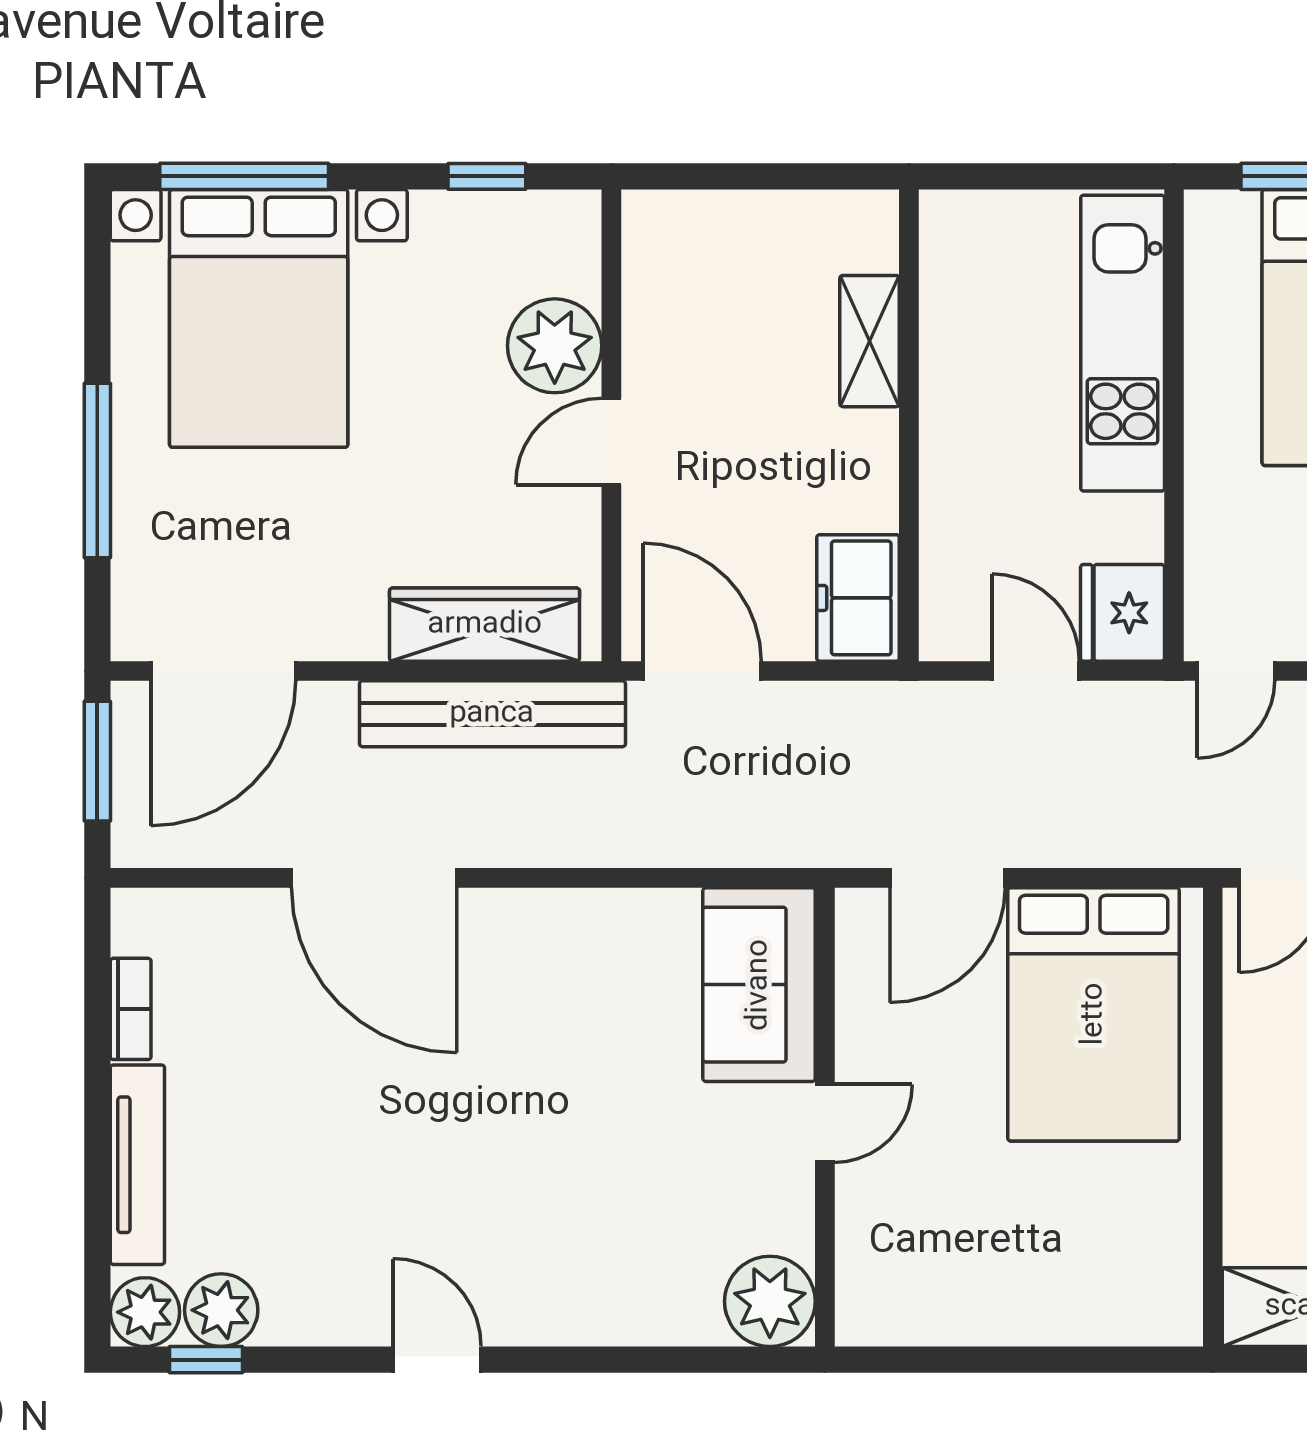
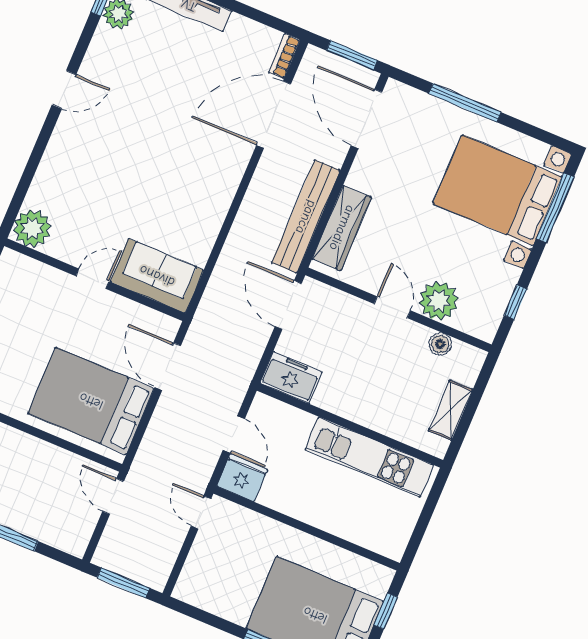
boiler: (648, 303) -> (440, 344), added
shelving: (870, 341) -> (451, 410), moved, turned 90
kitchen unit: (1123, 343) -> (369, 457), moved, turned 180
door: (702, 671) -> (288, 305), swing flipped
door: (1036, 671) -> (234, 435), hinge flipped
door: (374, 878) -> (274, 115), moved
bookcase: (131, 1009) -> (285, 56), moved, turned 90
door: (825, 1123) -> (92, 279), swing flipped

